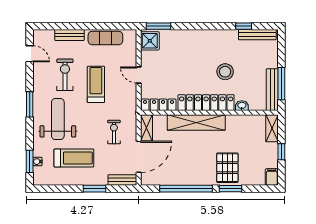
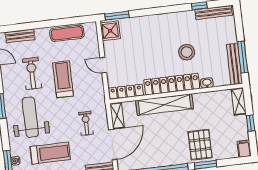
bench: (69, 35) -> (20, 36), moved

